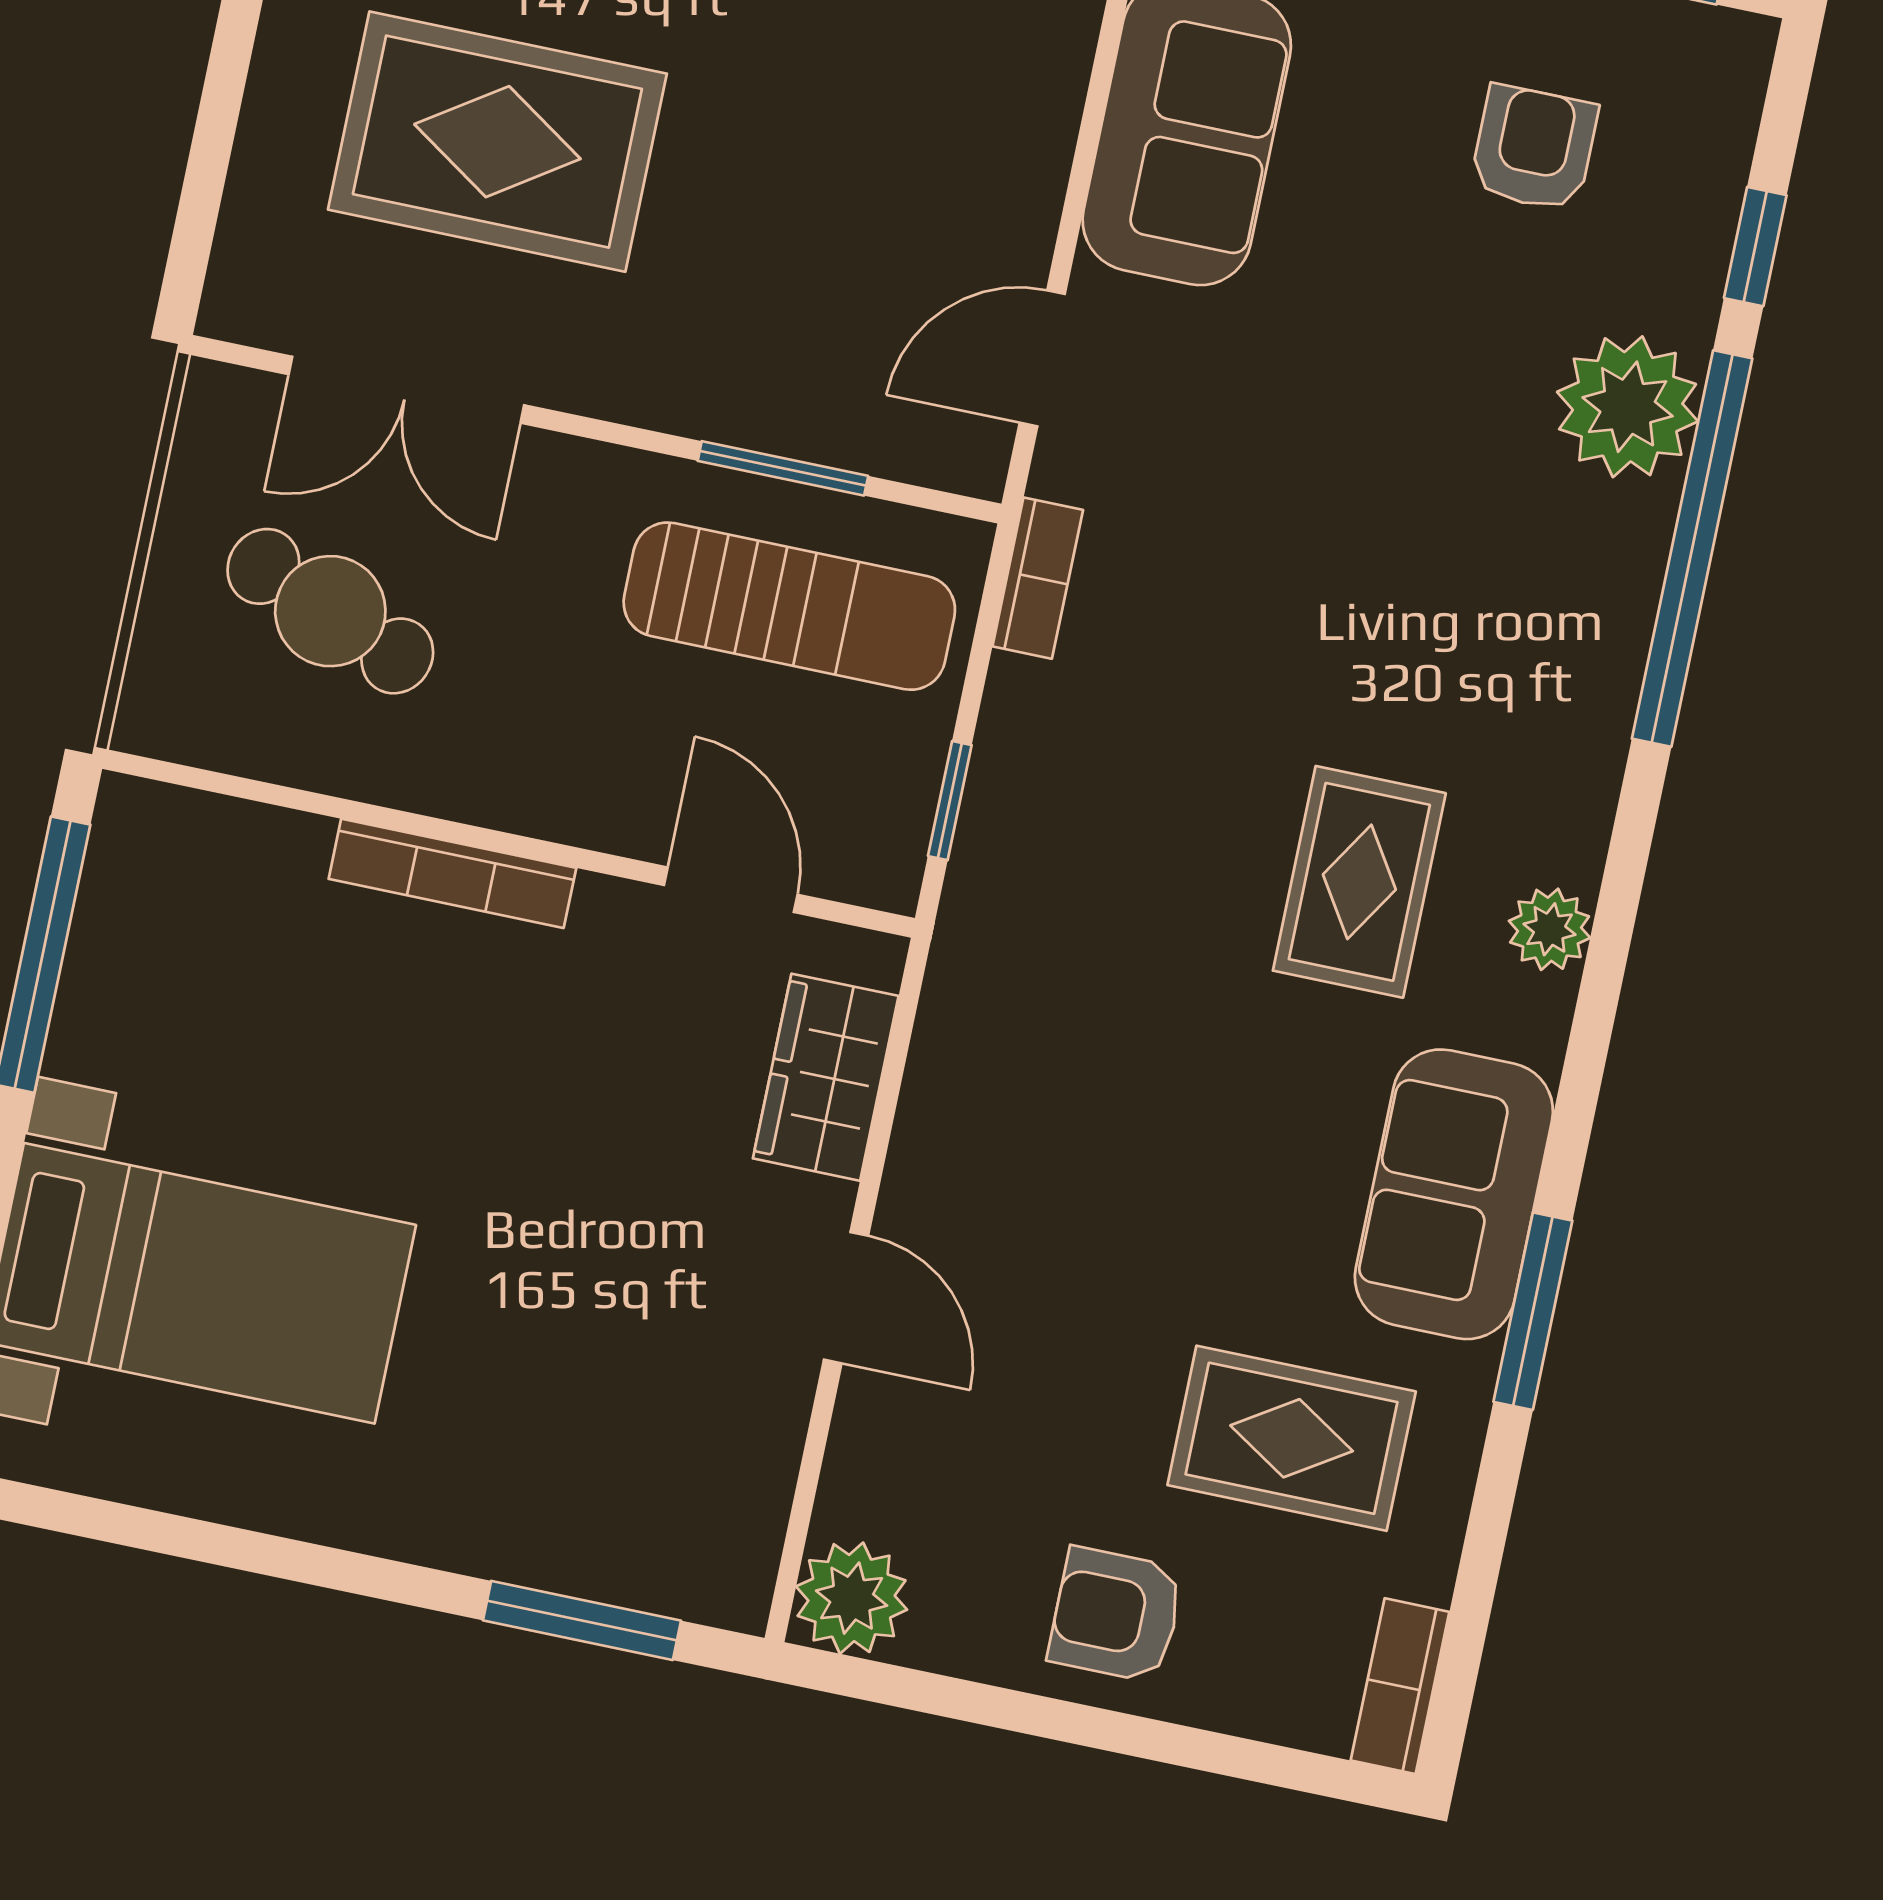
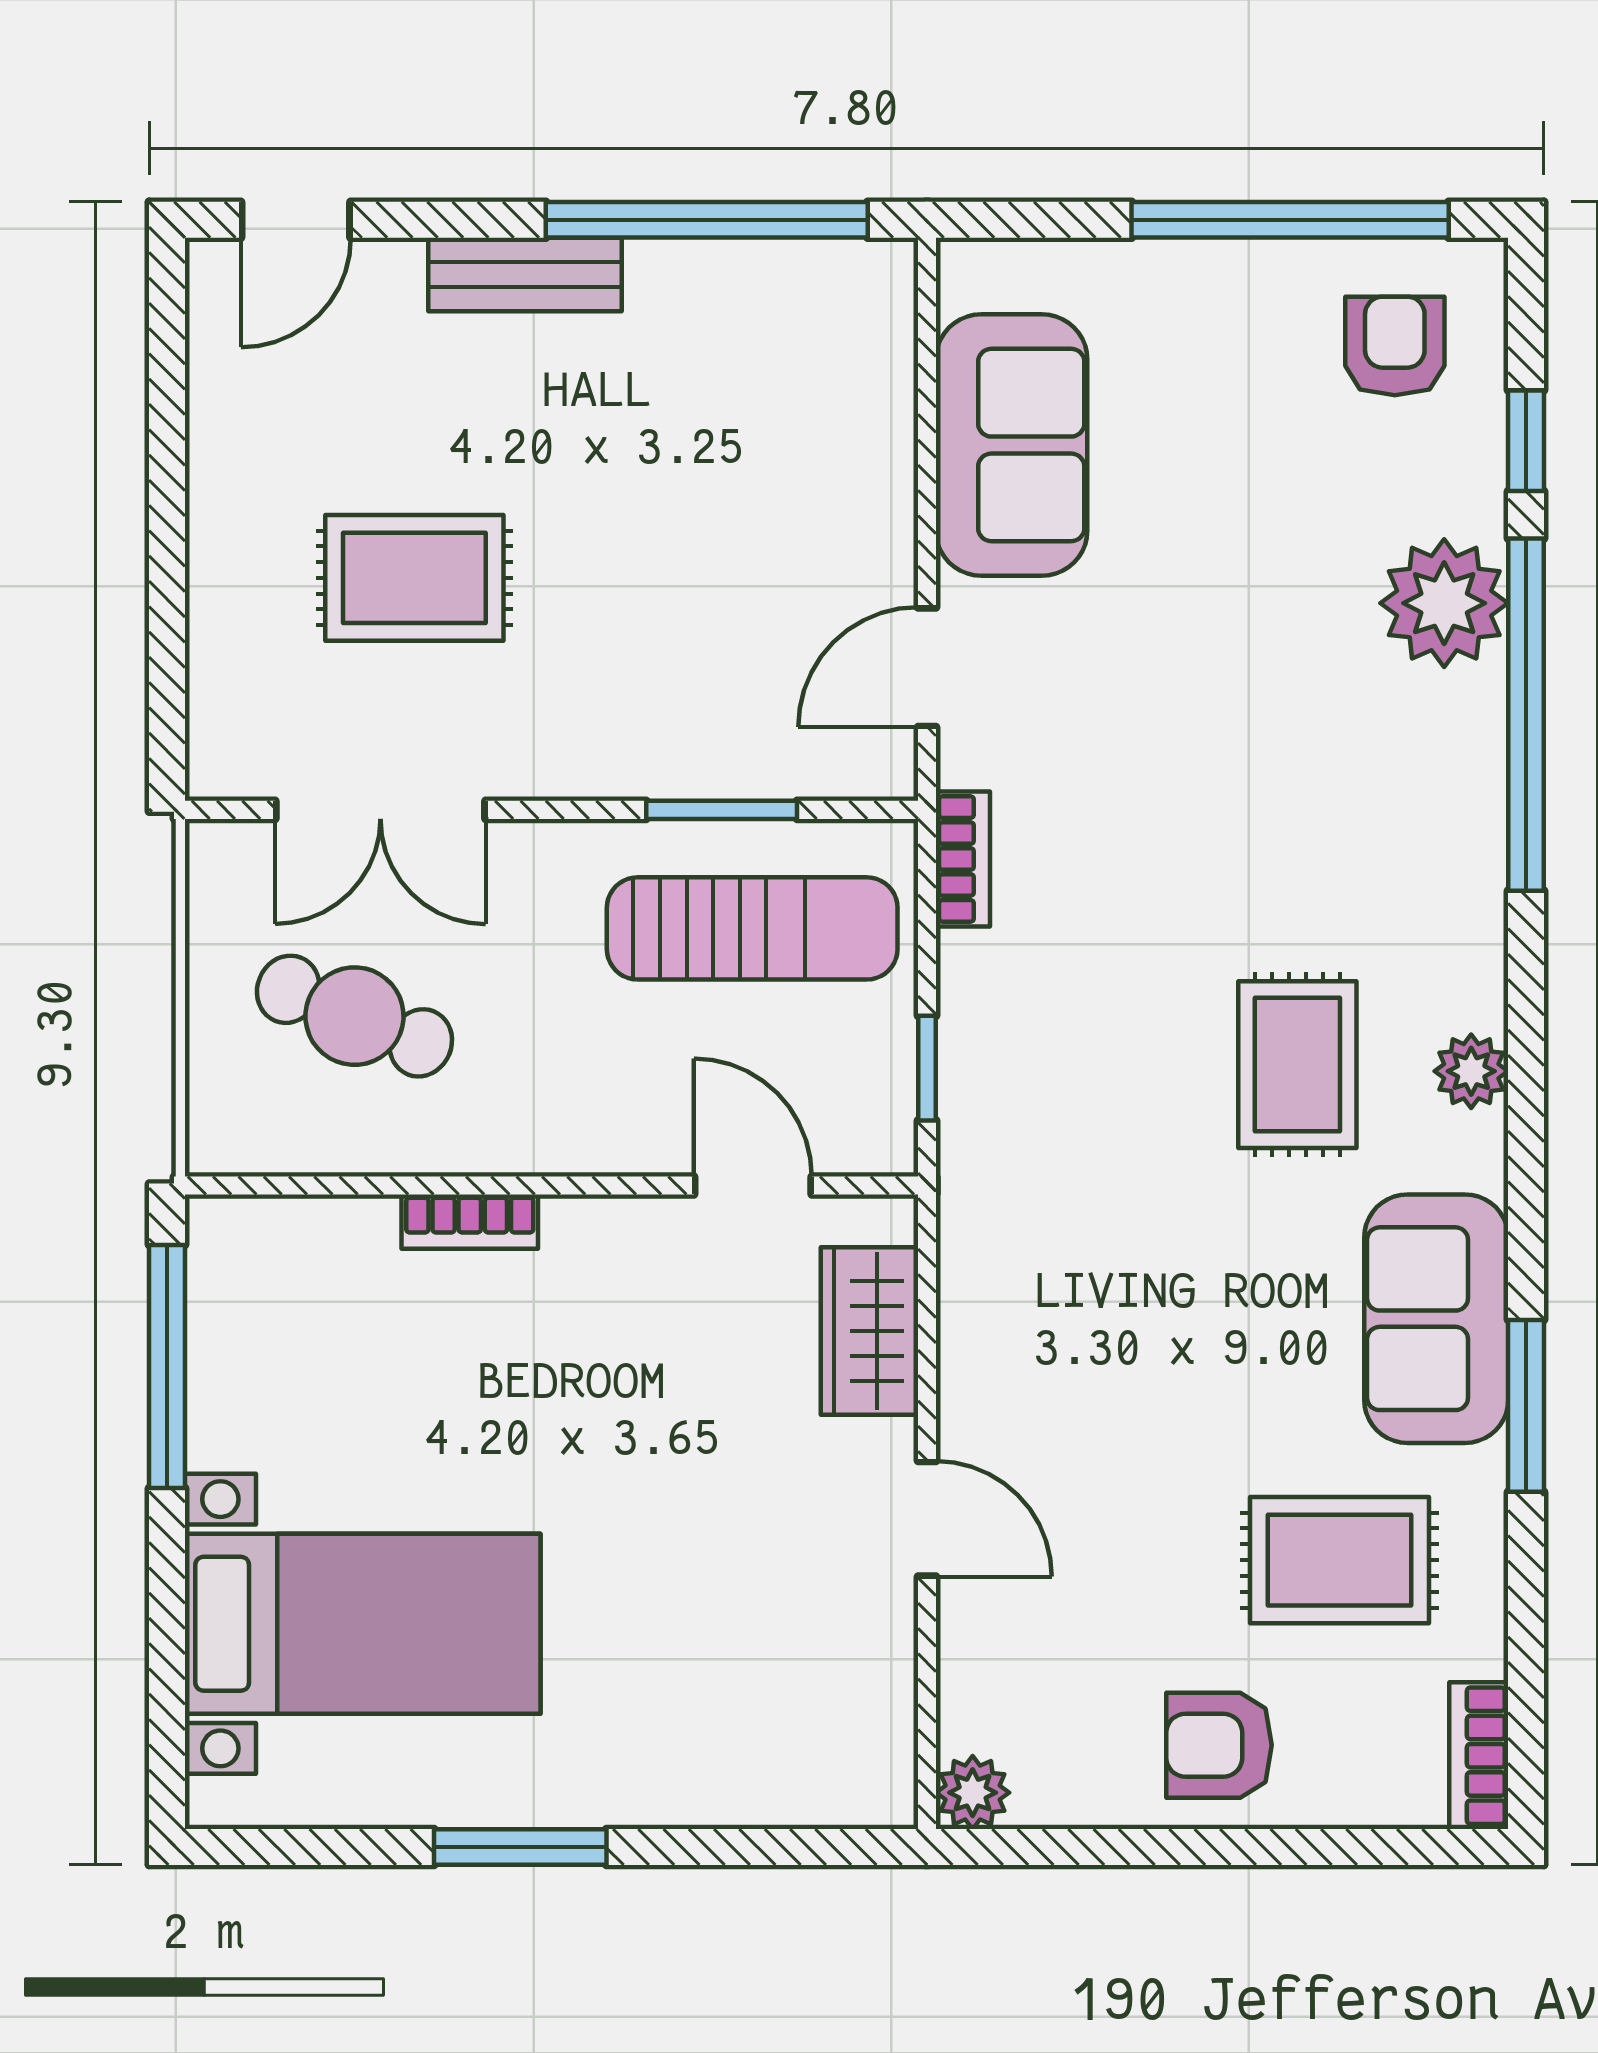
rug: (497, 142) -> (414, 578), width x0.73, depth x0.70
armchair: (1534, 148) -> (1395, 346), moved
bookcase: (452, 873) -> (470, 1222), width x0.64
plant: (852, 1598) -> (973, 1793), width x0.73, depth x0.73
window: (582, 1620) -> (520, 1847), moved

